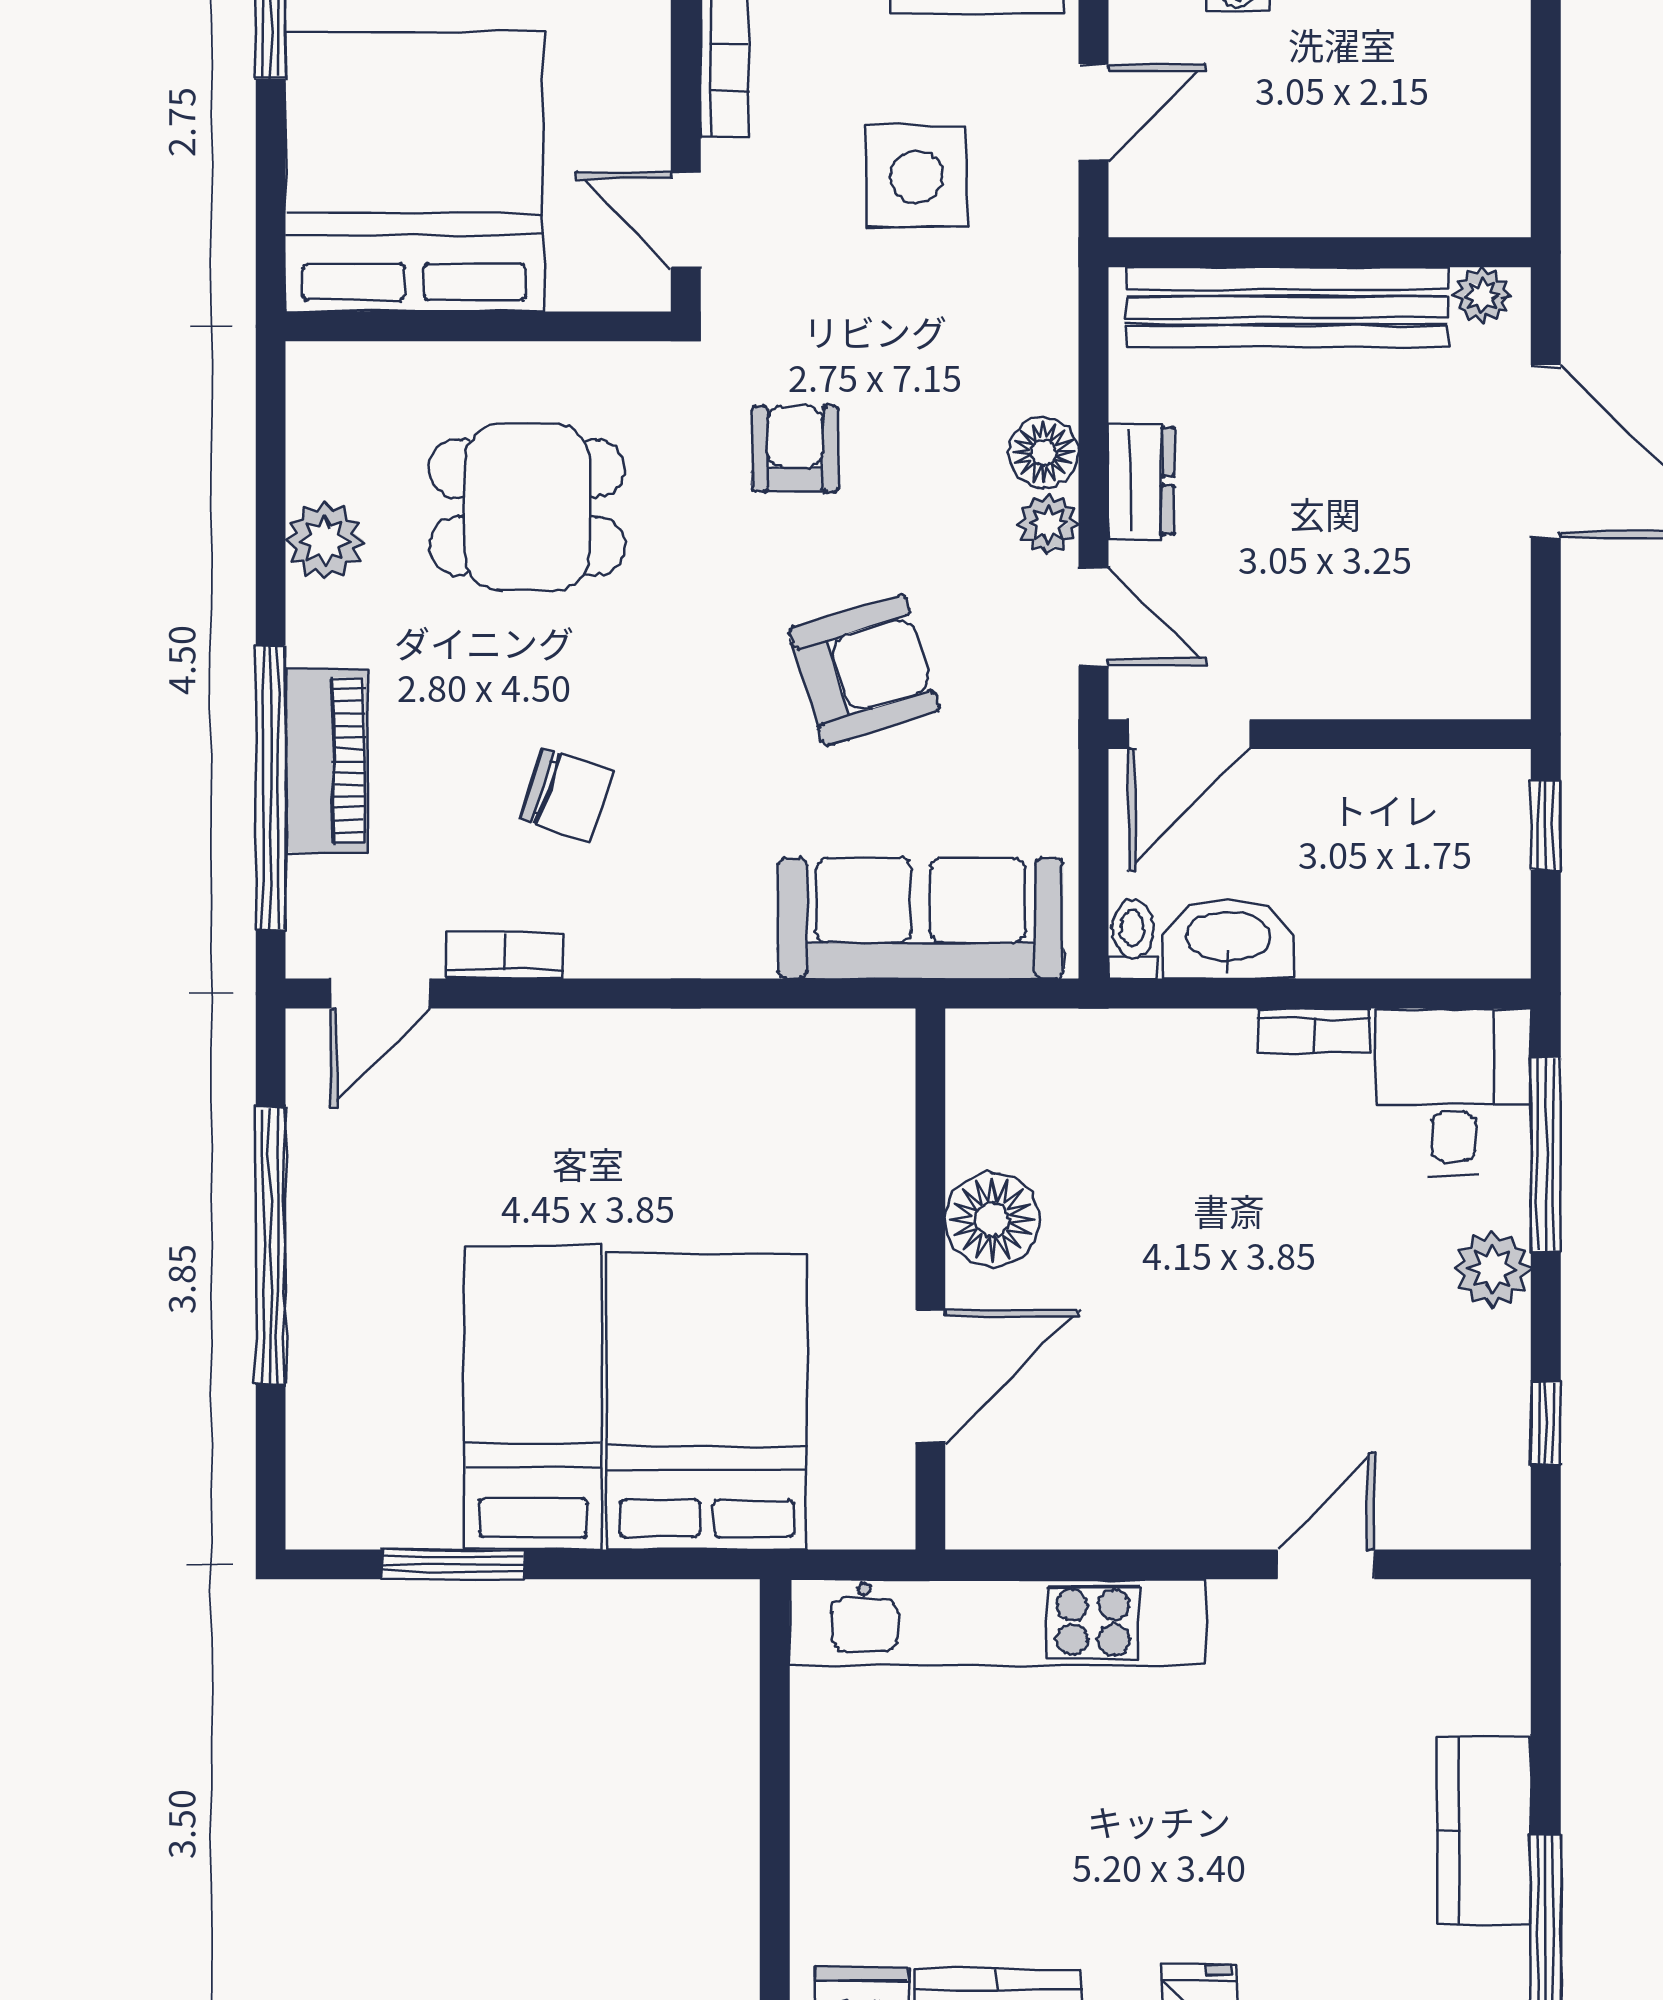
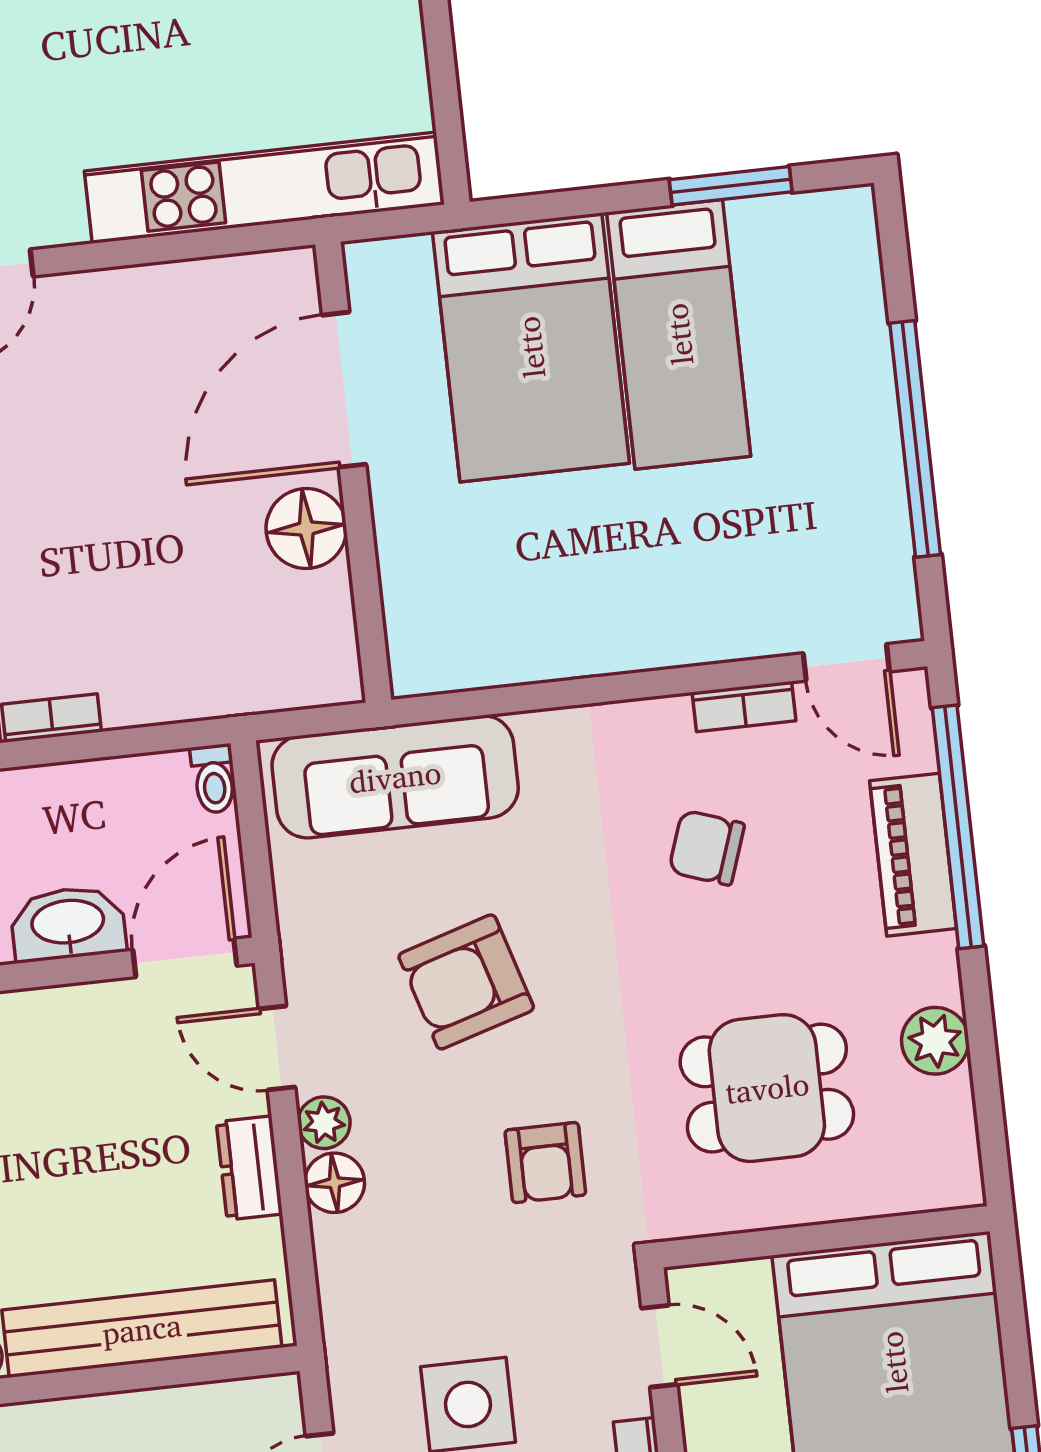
washbasin: (1228, 939) -> (68, 924), moved, turned 180
door: (380, 994) -> (846, 662), swing flipped
door: (930, 1376) -> (344, 390), width x1.36

